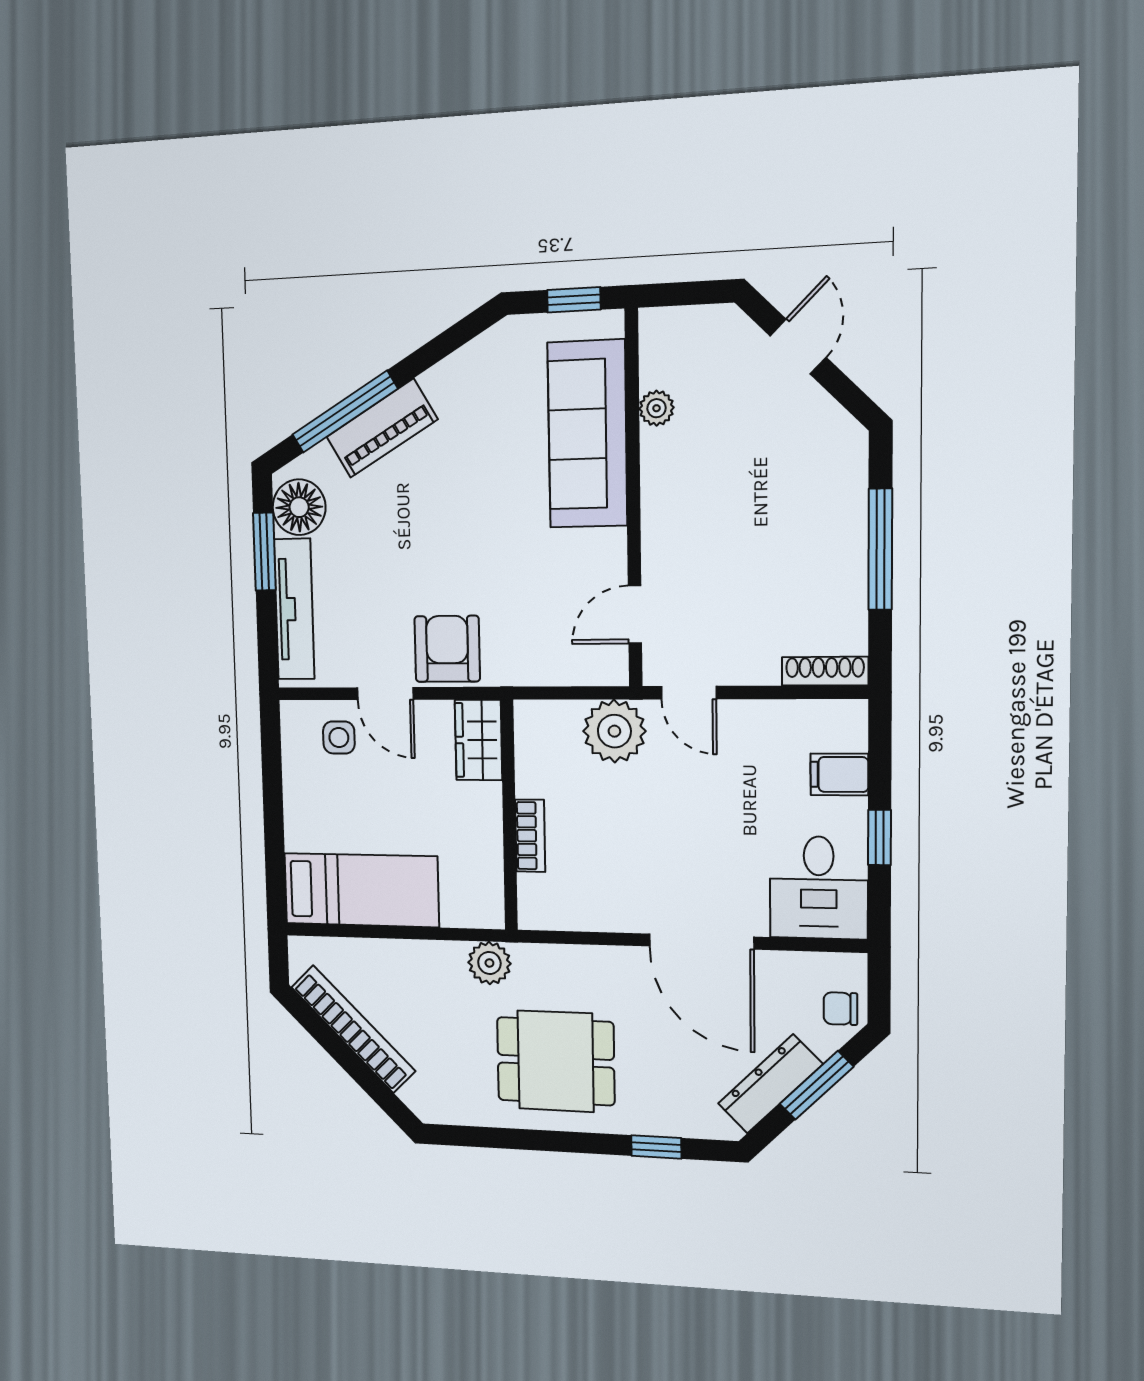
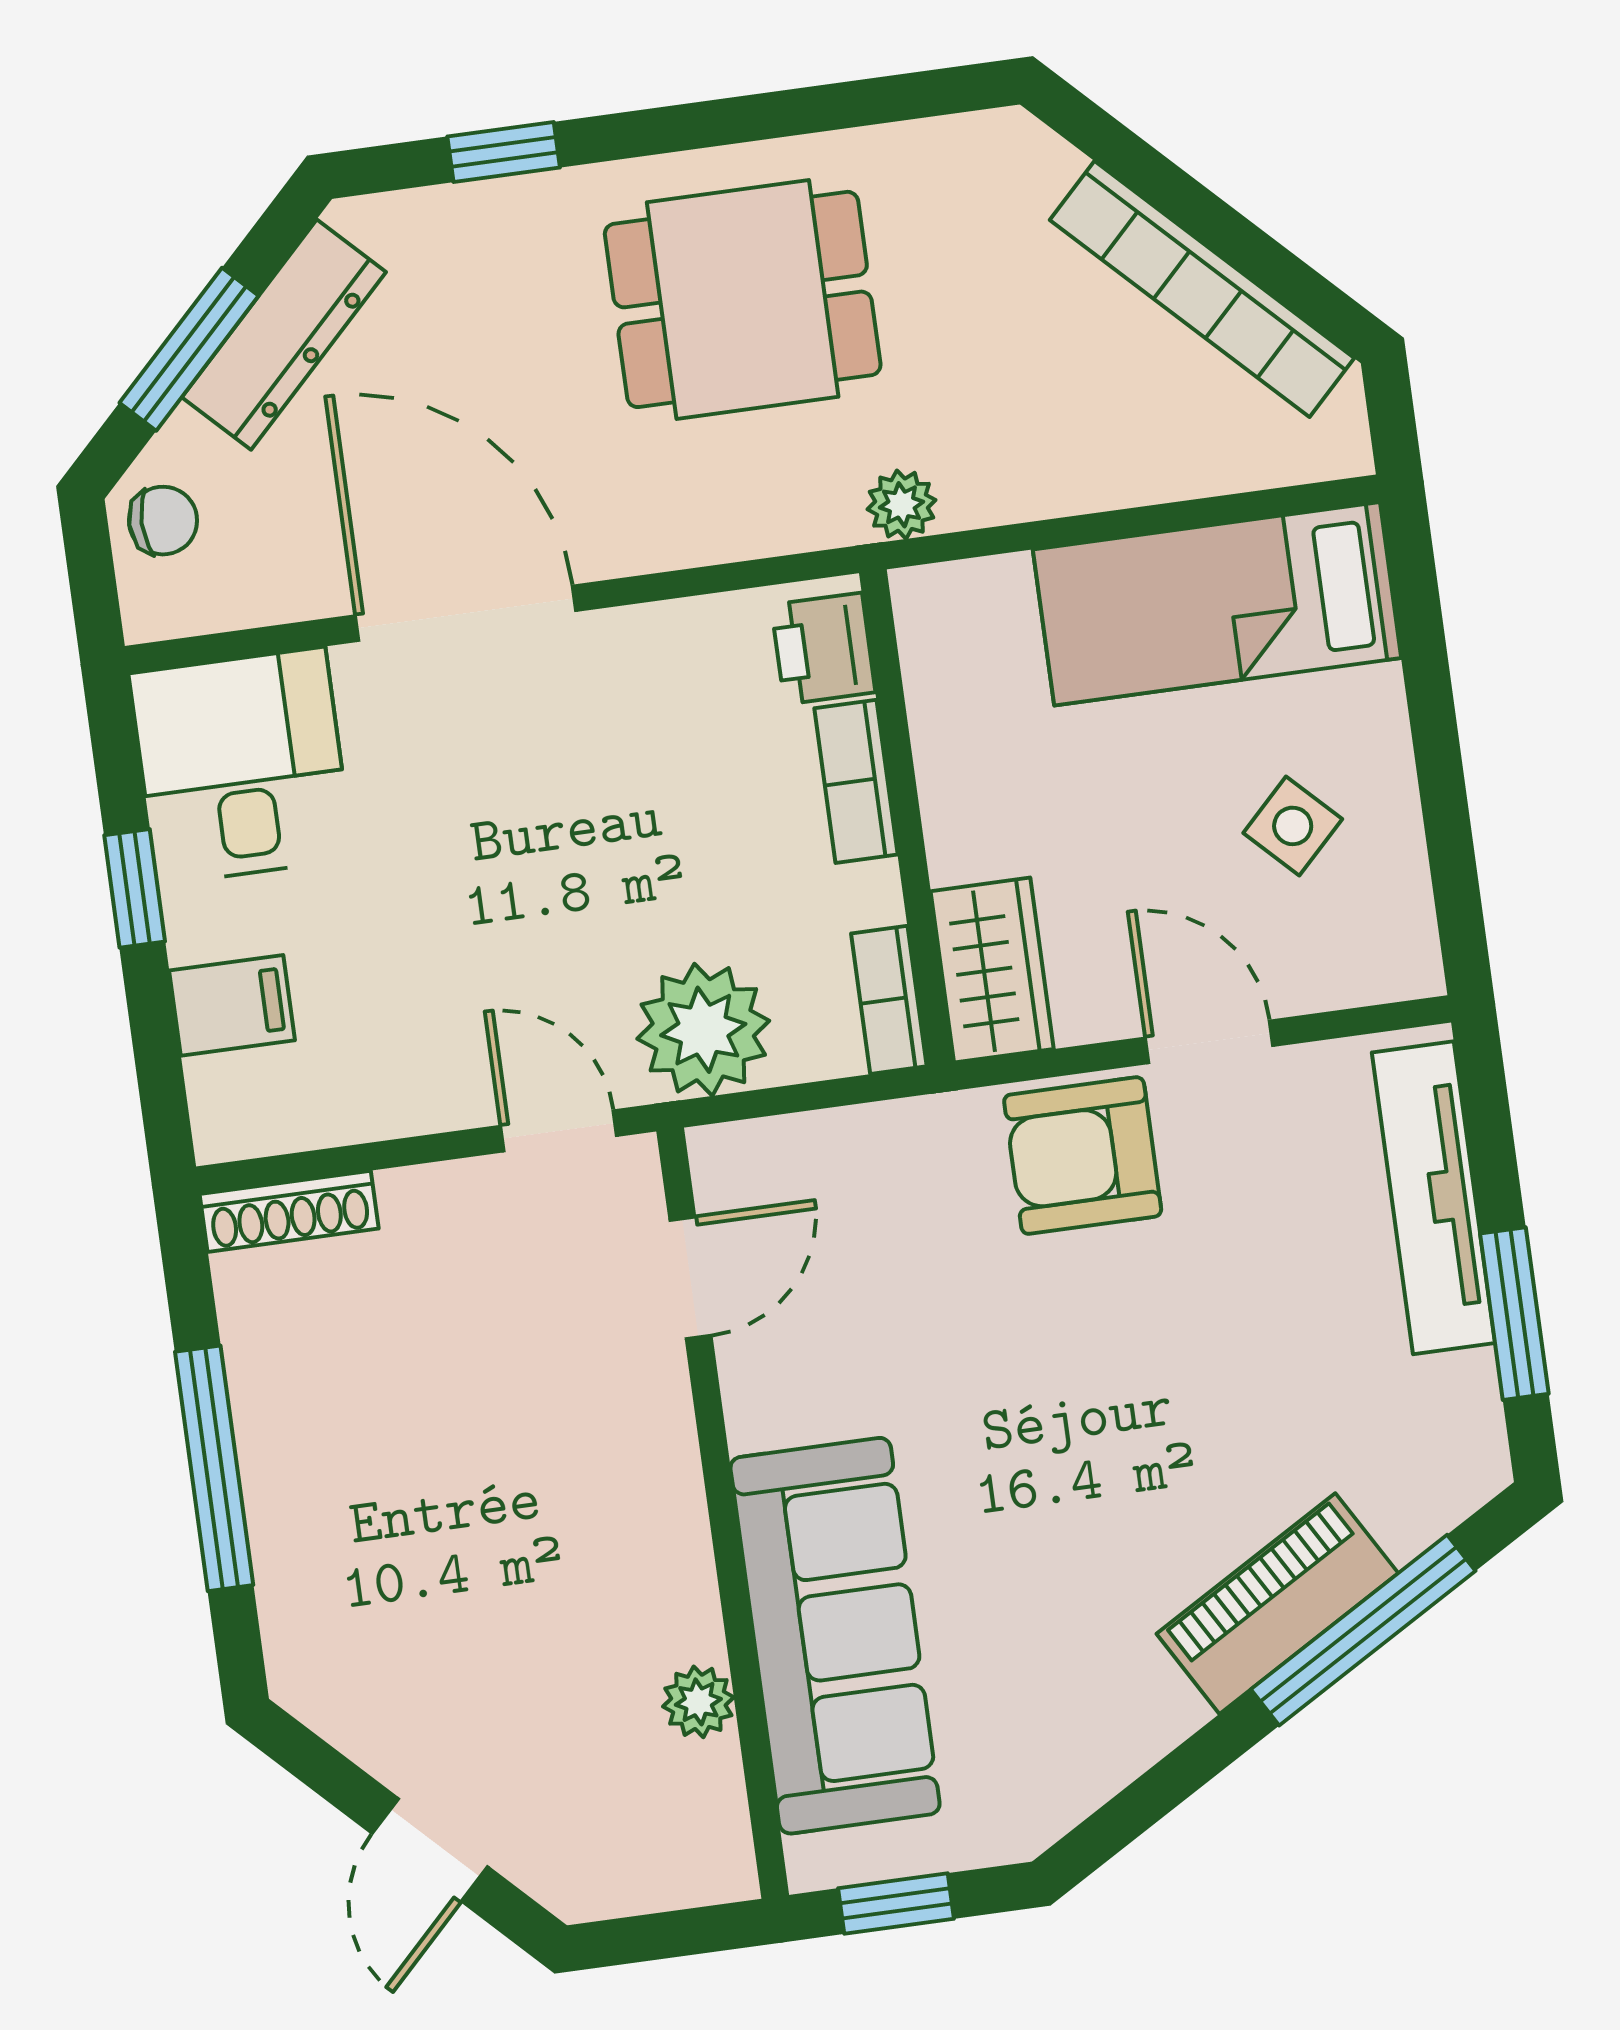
floor lamp: (299, 507) -> (1445, 1418), removed
armchair: (447, 649) -> (1083, 1156), turned 90
bookcase: (527, 733) -> (889, 1000), added
side table: (339, 738) -> (1293, 826), moved, turned 45
printer: (538, 898) -> (823, 649), added
plant: (489, 963) -> (902, 505), width x0.73, depth x0.73

